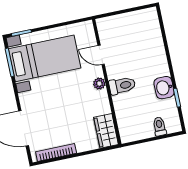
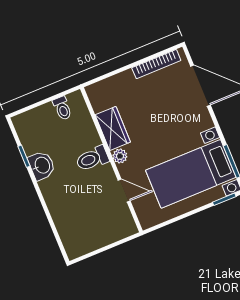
toilet: (160, 126) -> (62, 108), moved
wardrobe: (106, 131) -> (113, 128), moved

